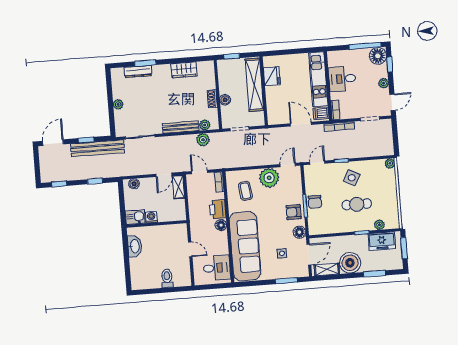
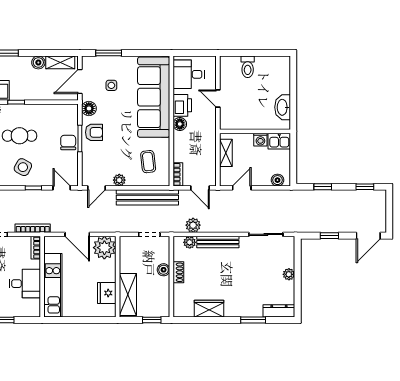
dresser: (138, 71) -> (279, 311), moved
shelving: (254, 85) -> (128, 294), width x0.68
dishwasher: (321, 113) -> (53, 245), removed
plant: (277, 115) -> (104, 248), added
bench: (98, 148) -> (147, 197), moved
door: (317, 163) -> (62, 188), swing flipped
plant: (269, 178) -> (119, 180), width x0.53, depth x0.53
shelving: (178, 187) -> (226, 153), moved
printer: (218, 209) -> (182, 105), moved
boiler: (350, 263) -> (38, 62), width x0.54, depth x0.54

